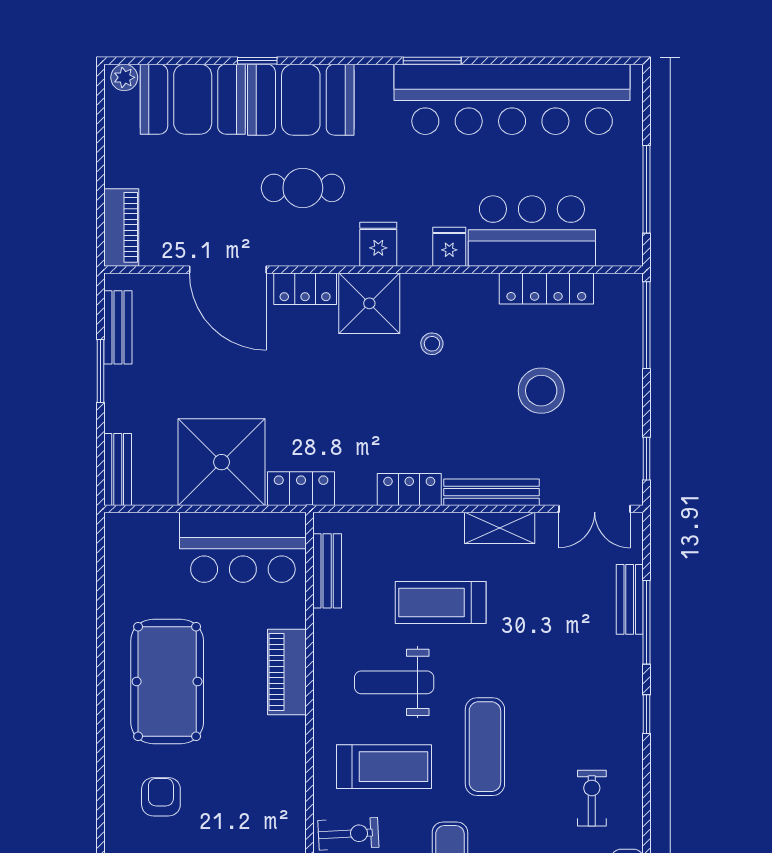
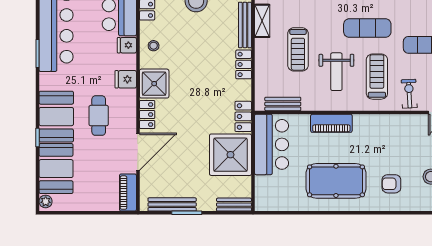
piano: (121, 227) -> (128, 193), moved, turned -90
bench: (118, 327) -> (172, 204), width x1.36
stool: (432, 344) -> (154, 46), moved

